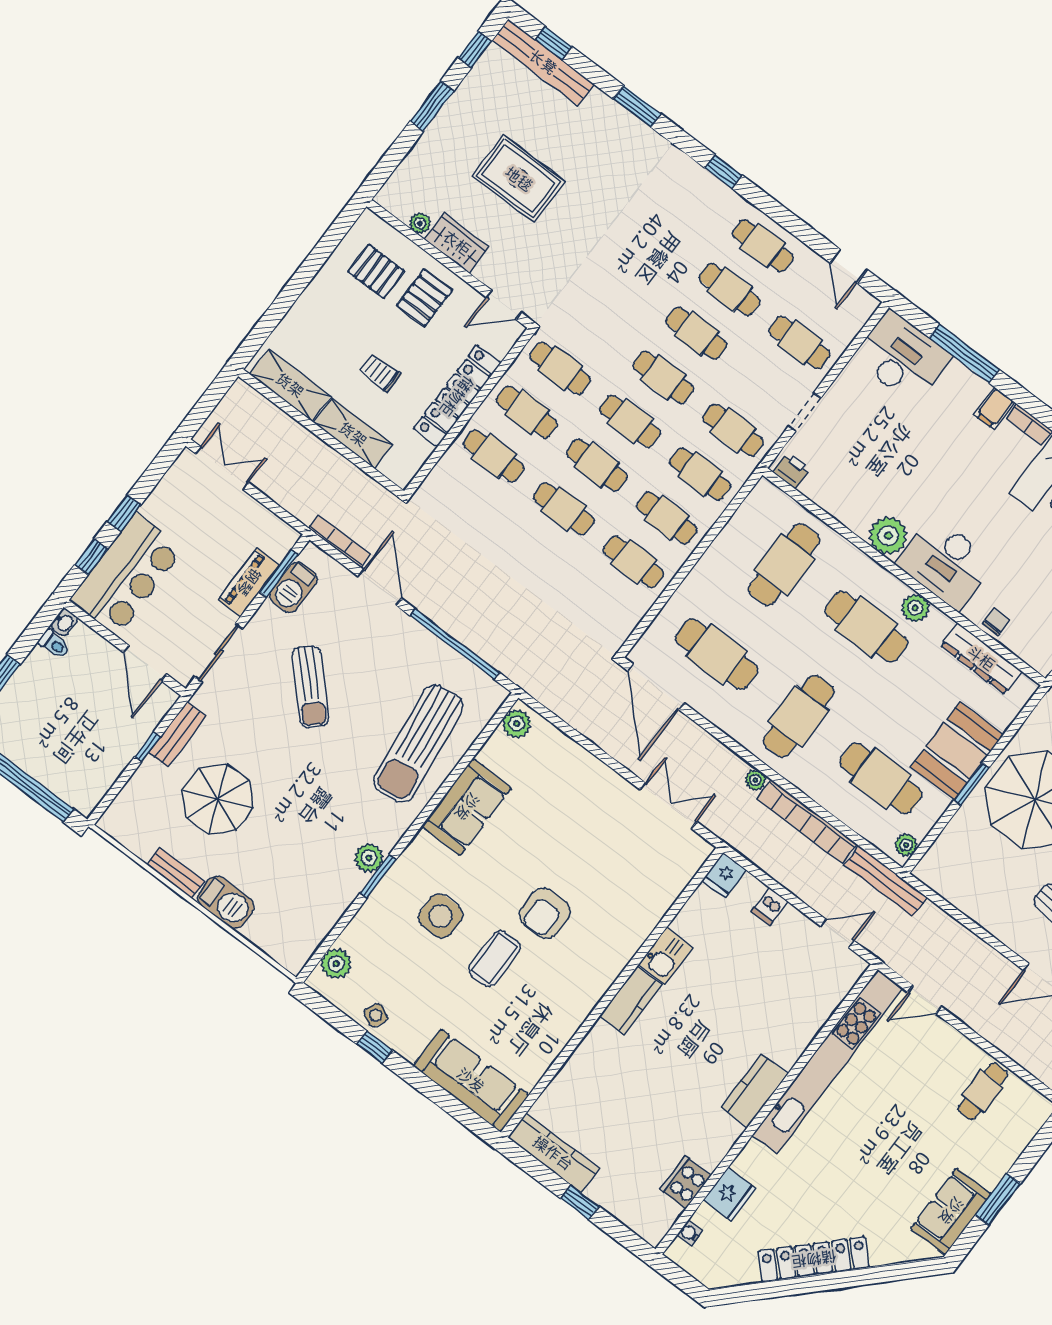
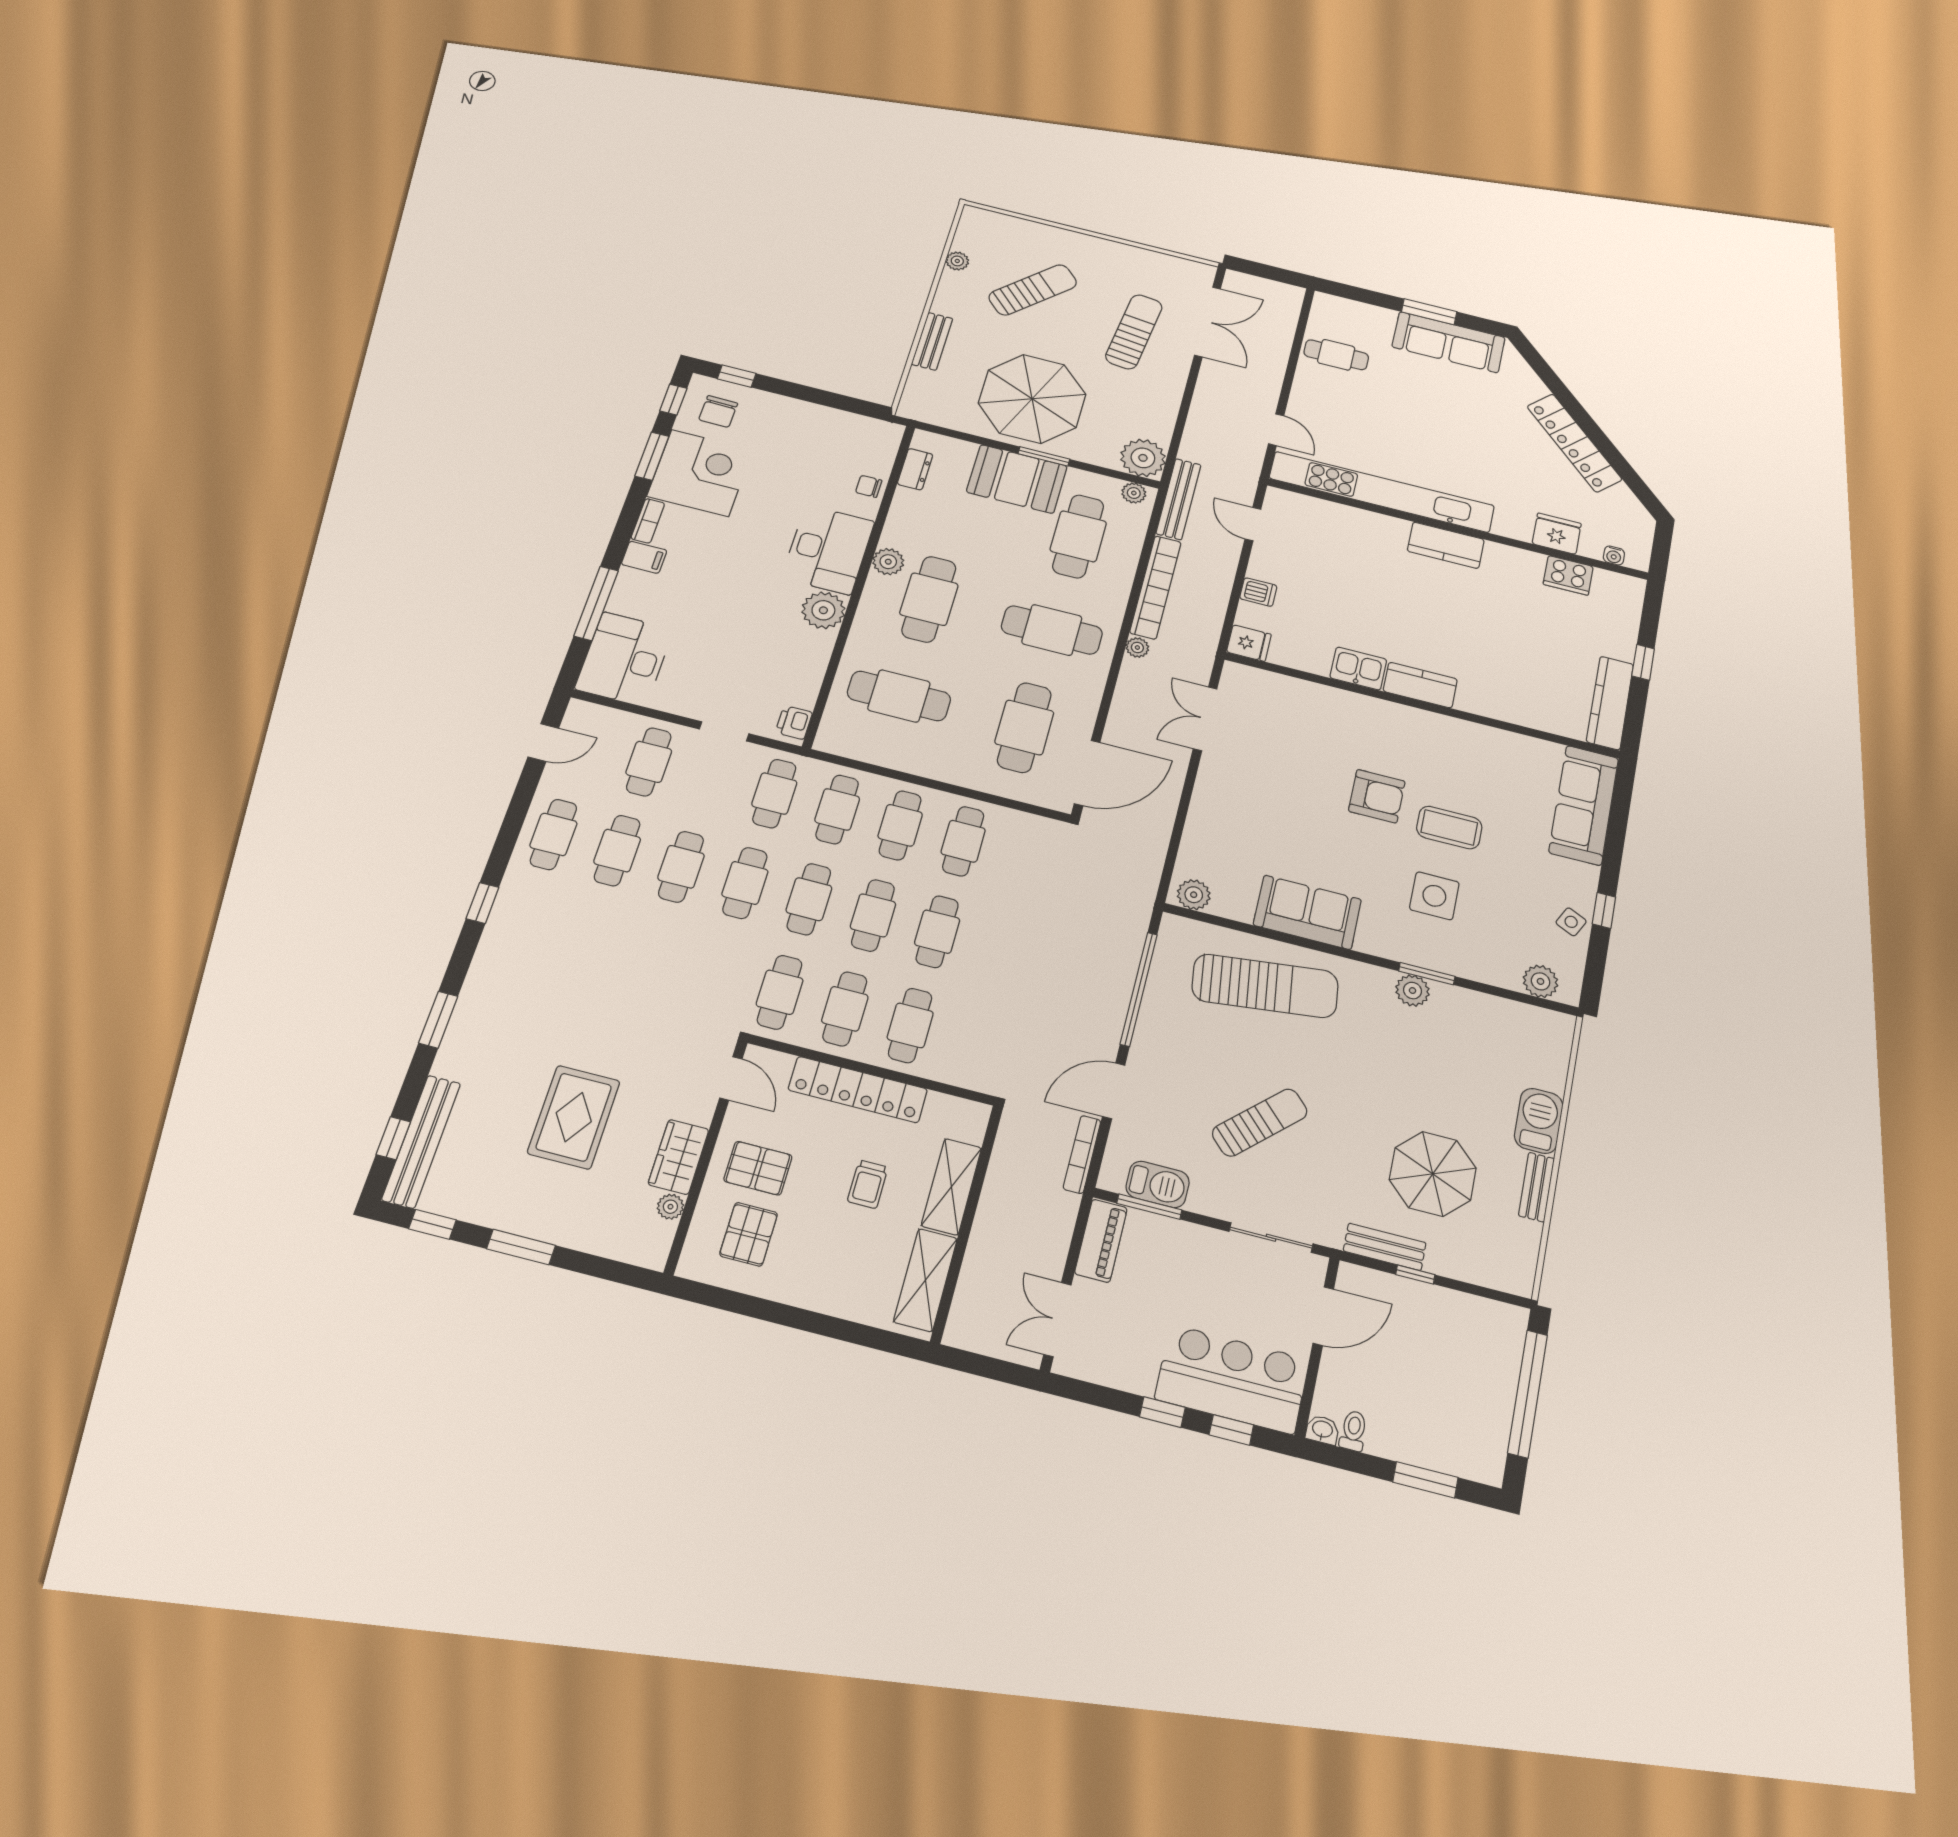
piano: (249, 582) -> (1101, 1241), moved, turned -90
dresser: (981, 658) -> (915, 469), width x0.51, depth x0.80
plant: (939, 869) -> (1143, 458), added
sofa: (951, 1211) -> (1449, 342), width x1.36

